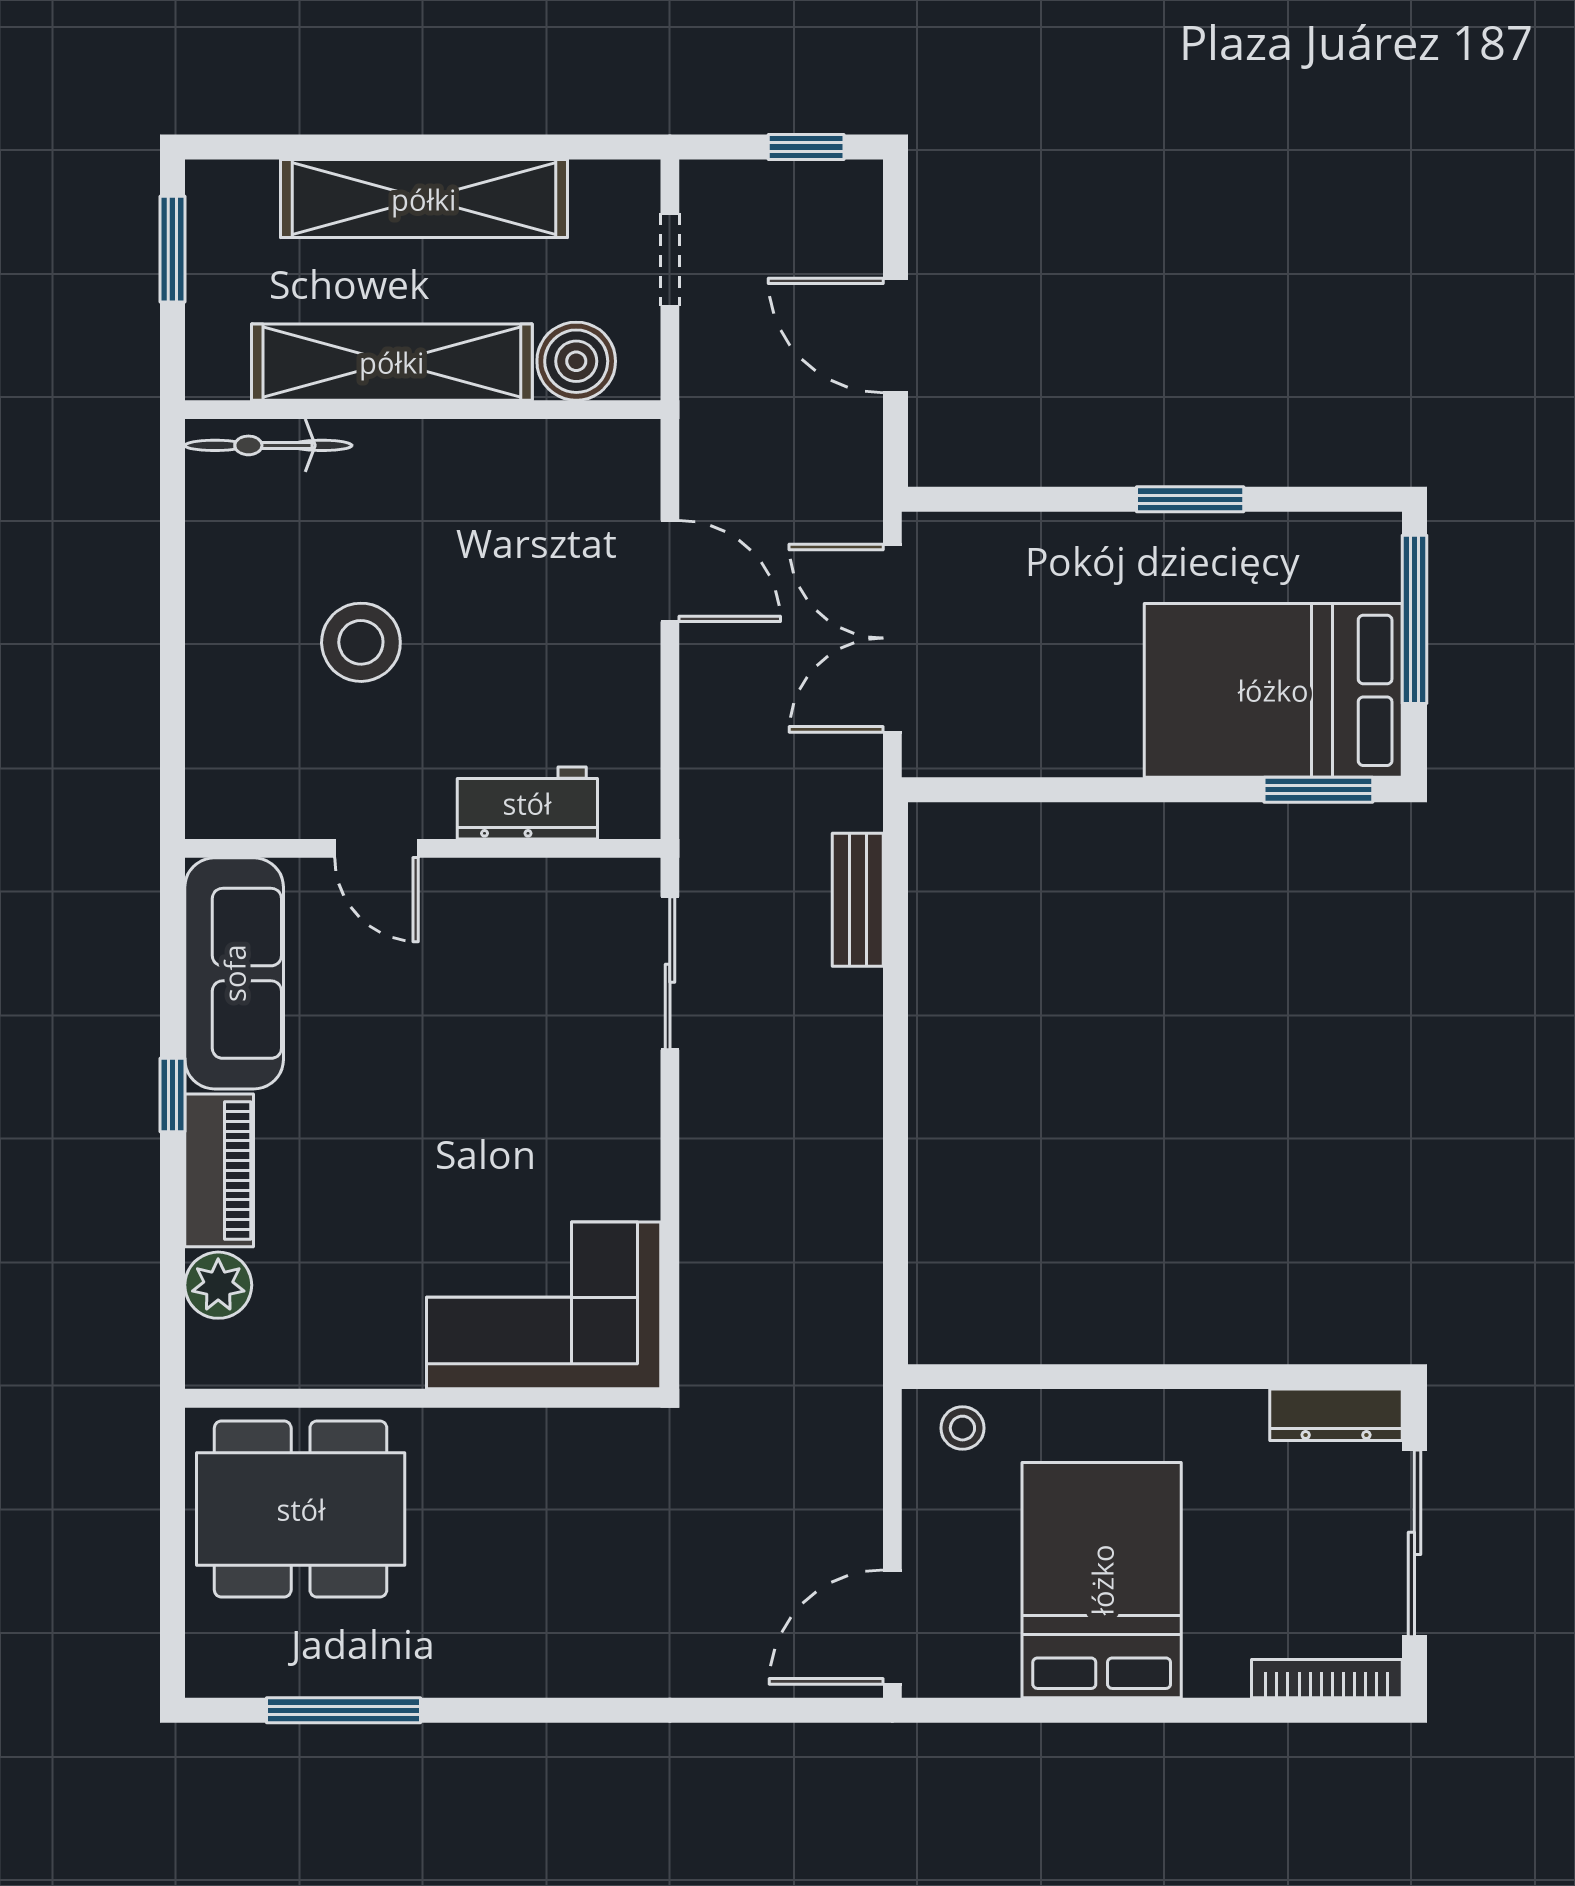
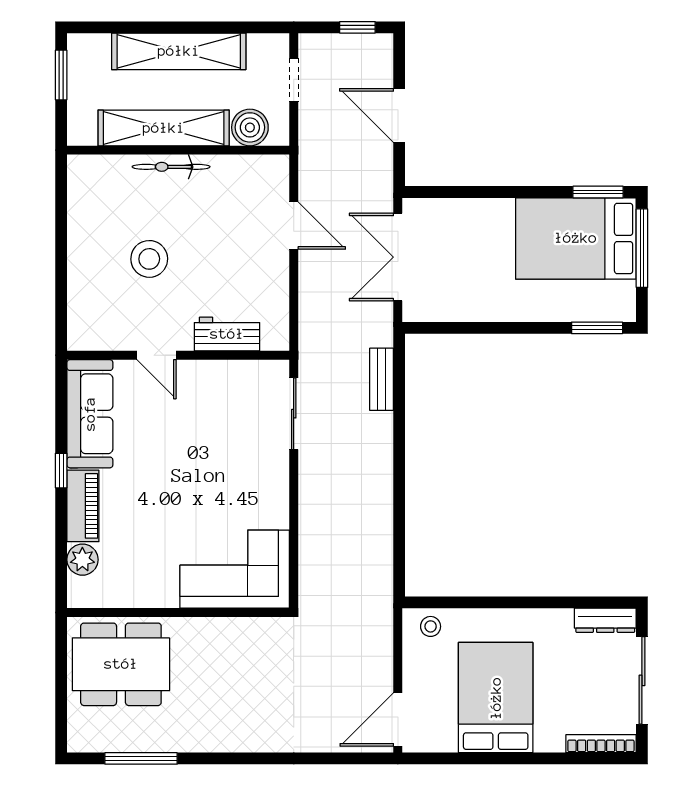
bicycle: (268, 445) -> (171, 167), moved
window: (1190, 499) -> (598, 192), moved
bed: (1273, 690) -> (576, 238), moved

